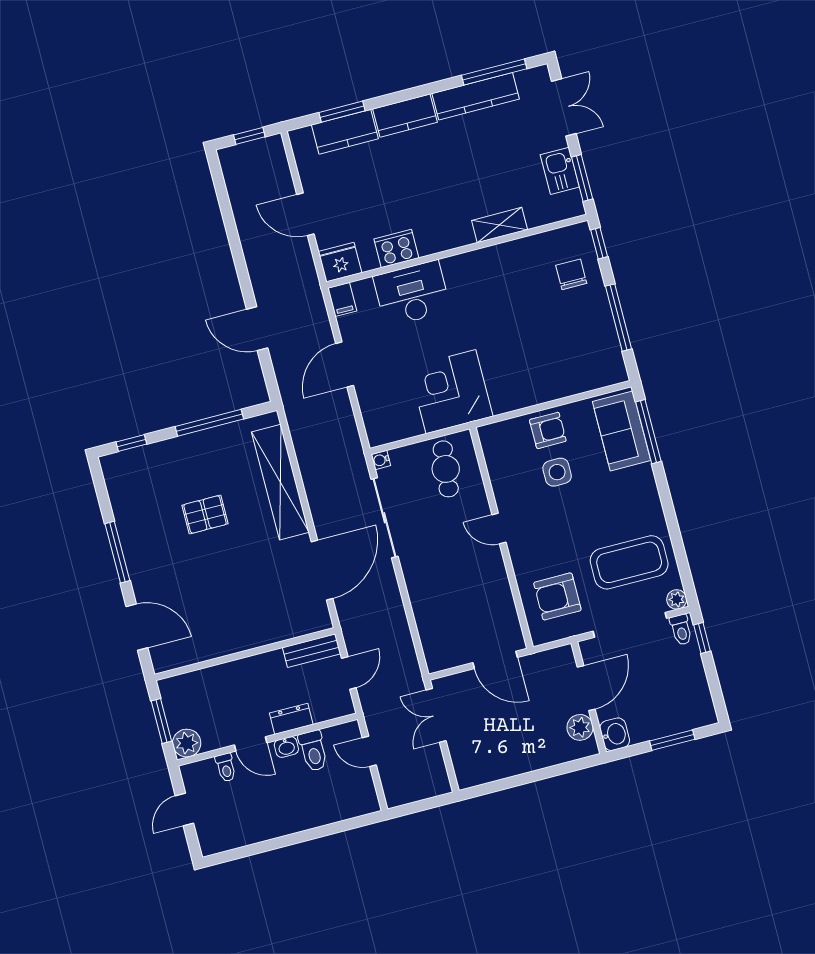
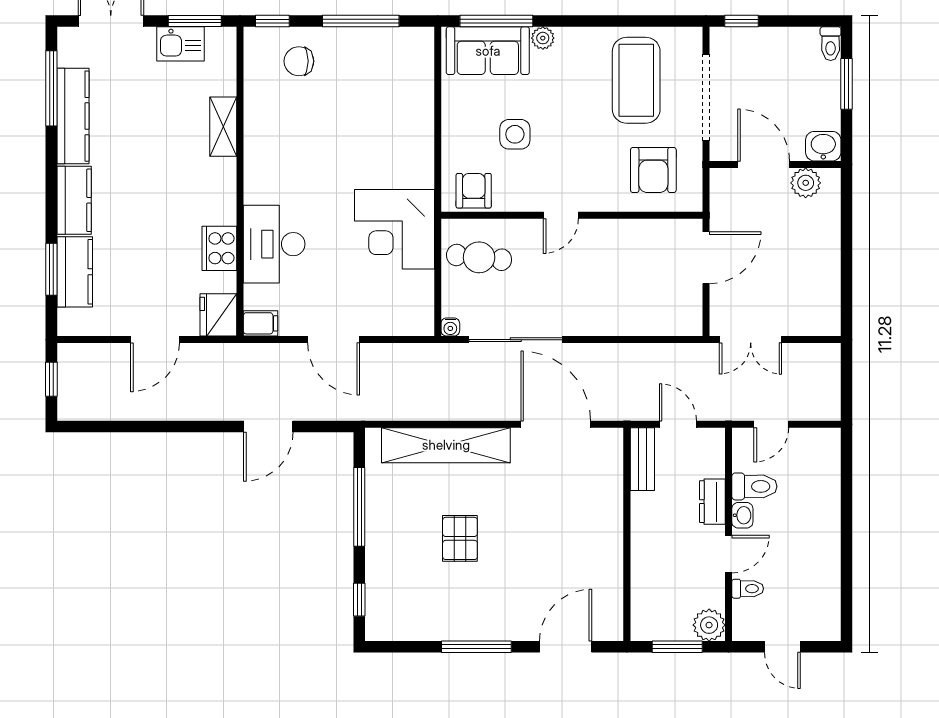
armchair: (548, 430) -> (474, 191), moved
plant: (677, 599) -> (543, 38), moved
toilet: (681, 630) -> (831, 44), moved, turned 90

